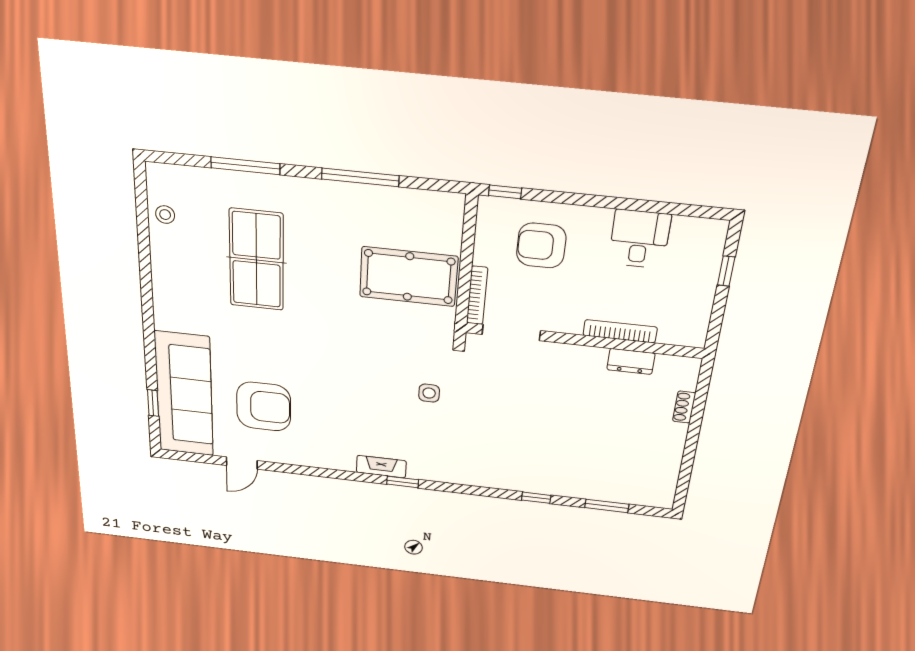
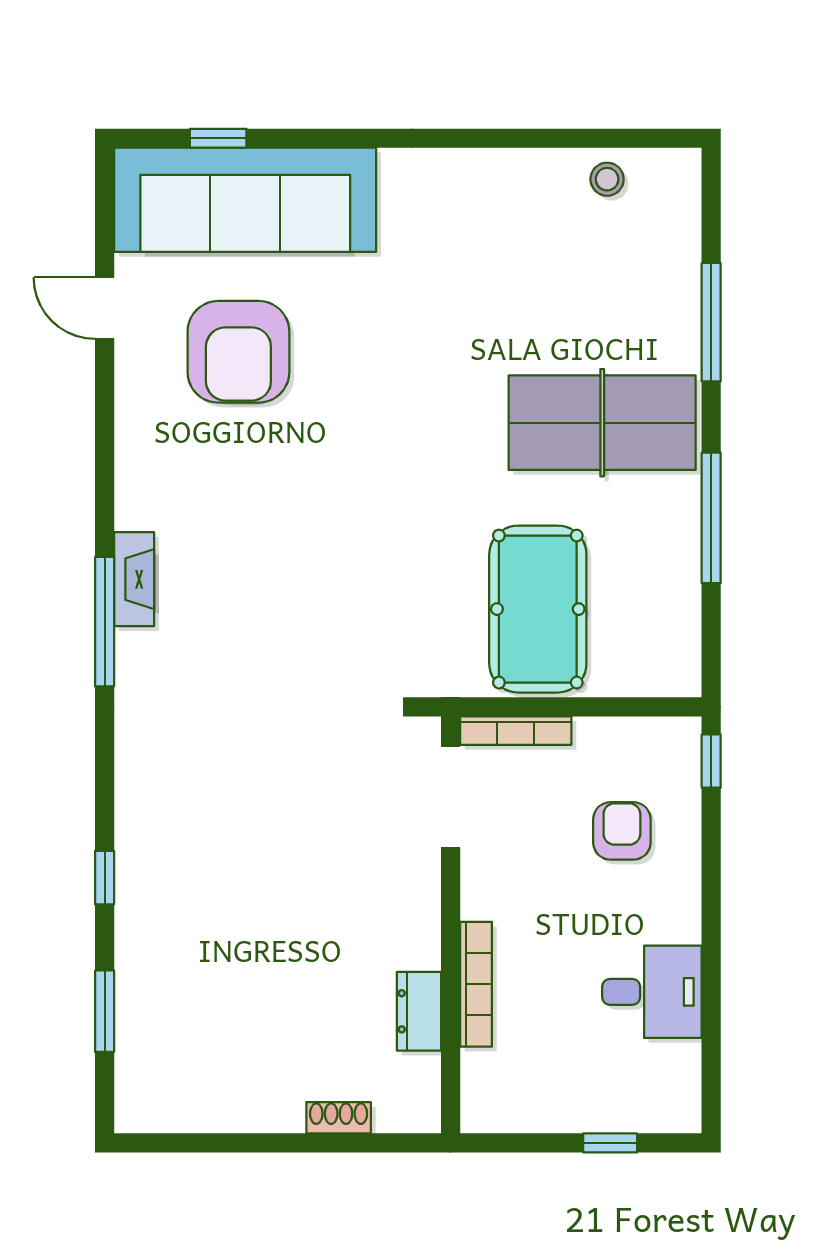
armchair: (541, 245) -> (622, 831), width x0.72, depth x0.72
table tennis table: (256, 260) -> (602, 423), moved
side table: (429, 393) -> (308, 660), removed
window: (403, 482) -> (105, 622), width x2.17

